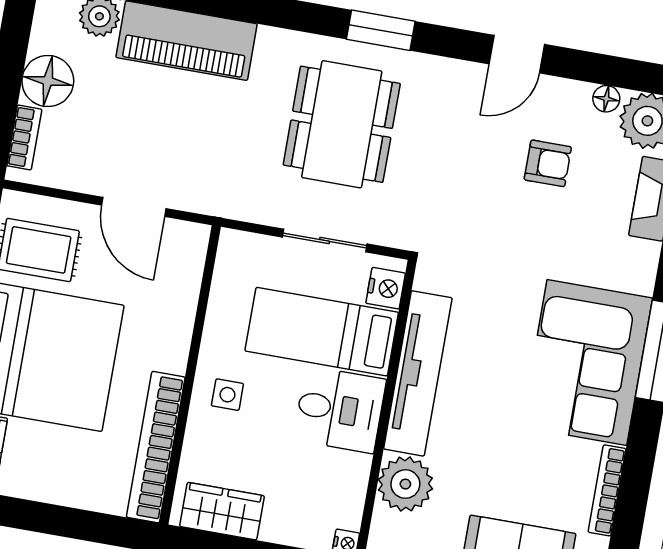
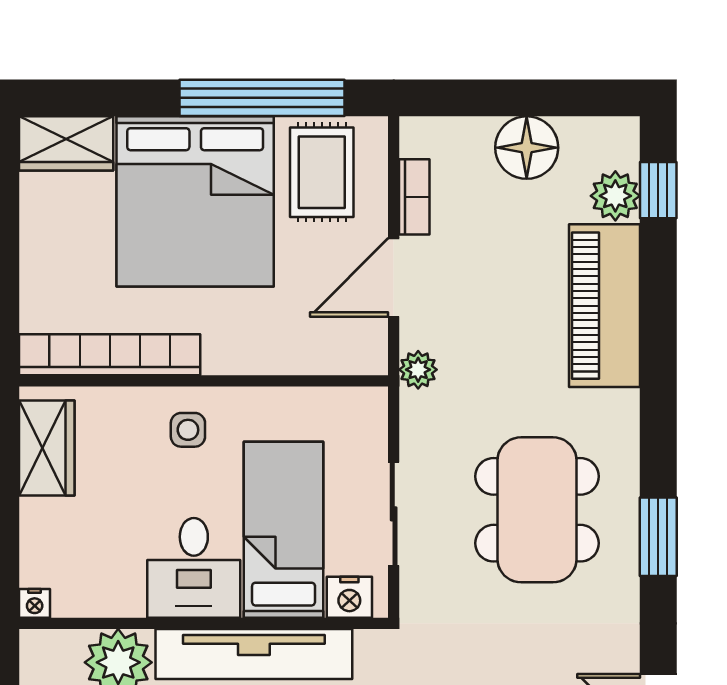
dining table: (342, 124) -> (537, 510), turned 90
bookcase: (24, 138) -> (414, 197), moved, turned -90
plant: (212, 200) -> (418, 370), added

